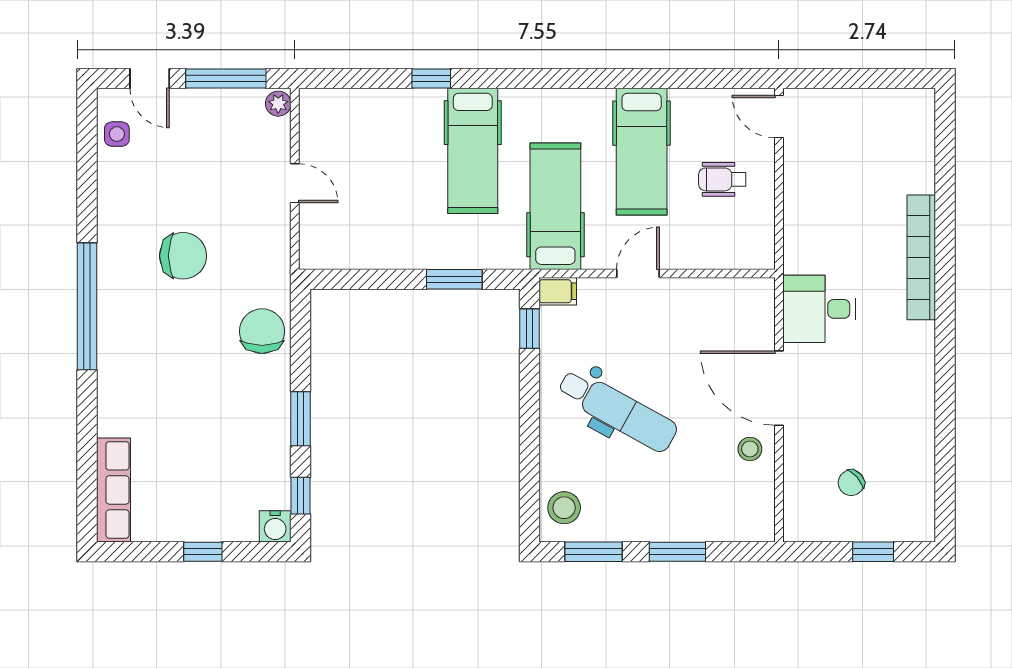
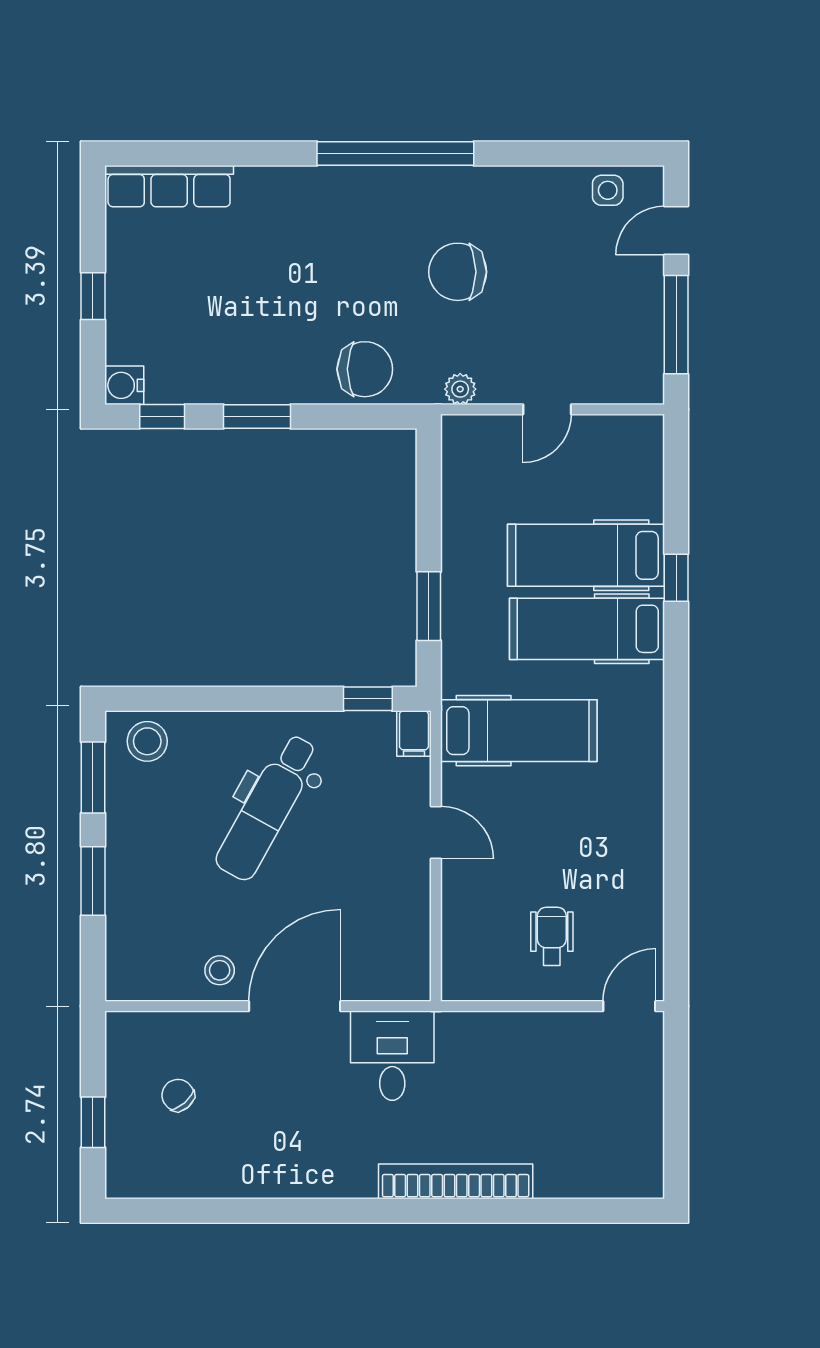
plant: (278, 104) -> (460, 389), moved
hospital bed: (642, 152) -> (586, 555), moved
chair: (183, 256) -> (458, 272), turned 90

